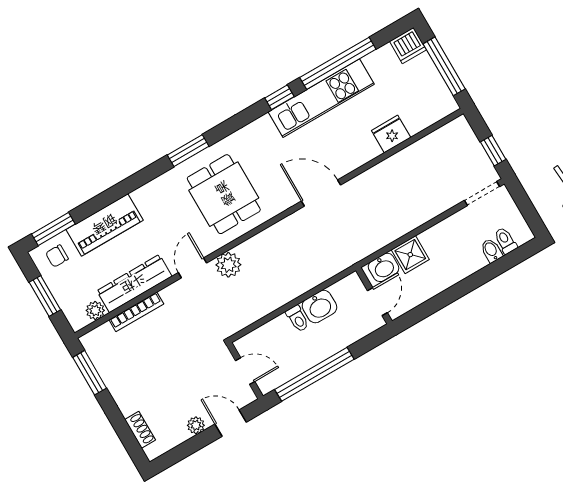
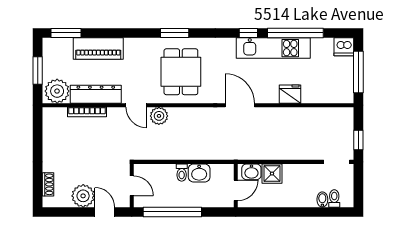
fridge: (391, 134) -> (290, 94), moved
chair: (57, 256) -> (59, 51), removed
door: (193, 268) -> (136, 105), swing flipped
plant: (95, 310) -> (57, 91), width x1.88, depth x1.88
window: (90, 373) -> (38, 132), removed
plant: (196, 425) -> (83, 196), width x1.88, depth x1.88

